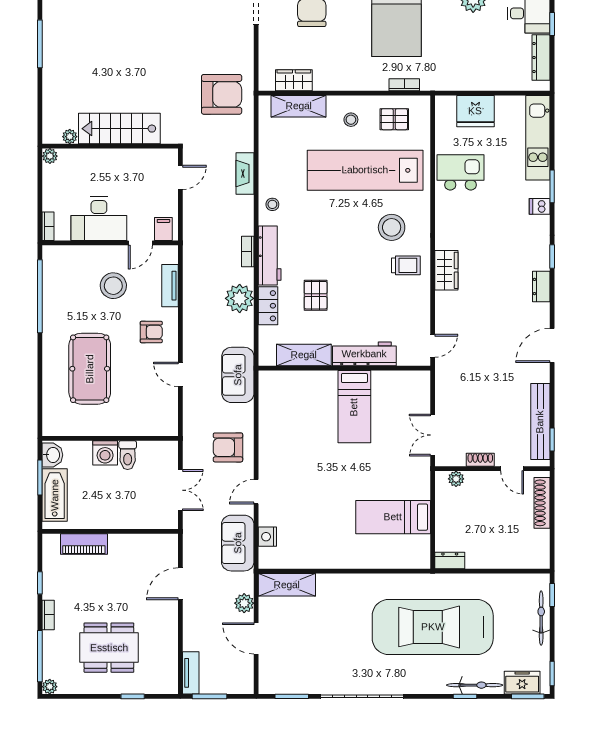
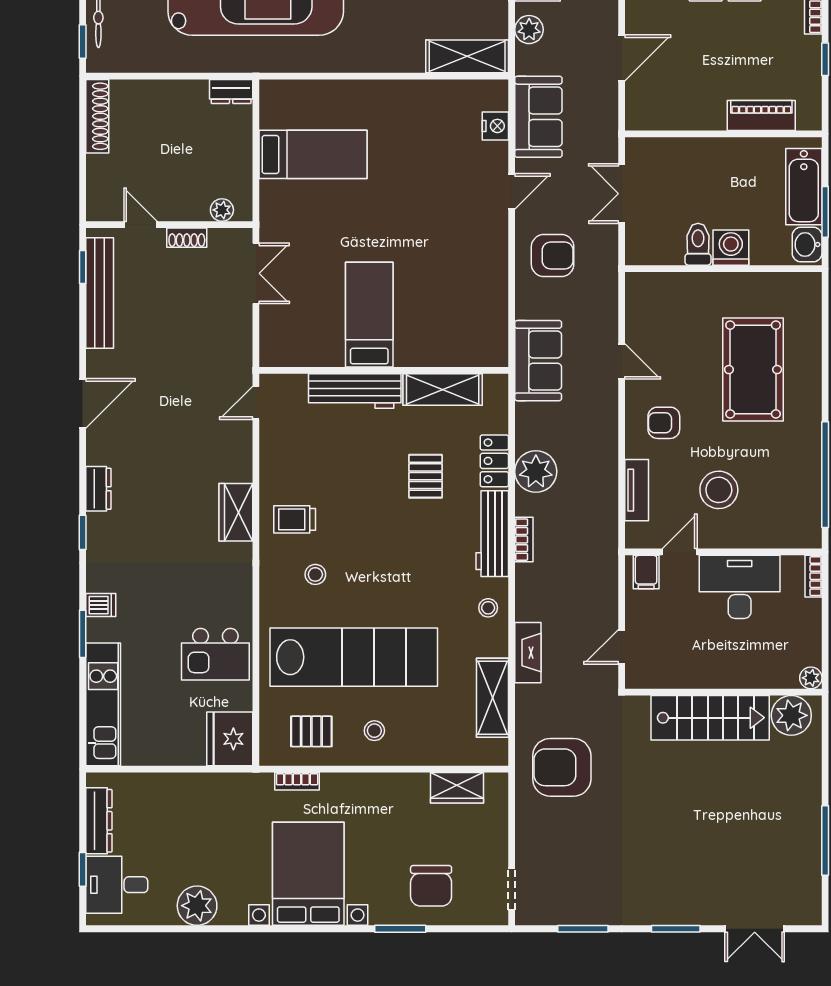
shelving: (299, 106) -> (492, 698), moved, turned 90
fridge: (475, 111) -> (230, 739), moved, turned -90
plant: (70, 137) -> (791, 715), width x1.88, depth x1.88
stool: (392, 227) -> (315, 574), width x0.53, depth x0.53
shoe rack: (542, 503) -> (97, 116), moved

